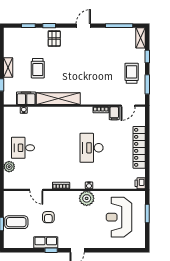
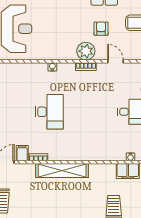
shelving: (58, 99) -> (62, 171), moved
plant: (87, 198) -> (86, 51), moved

